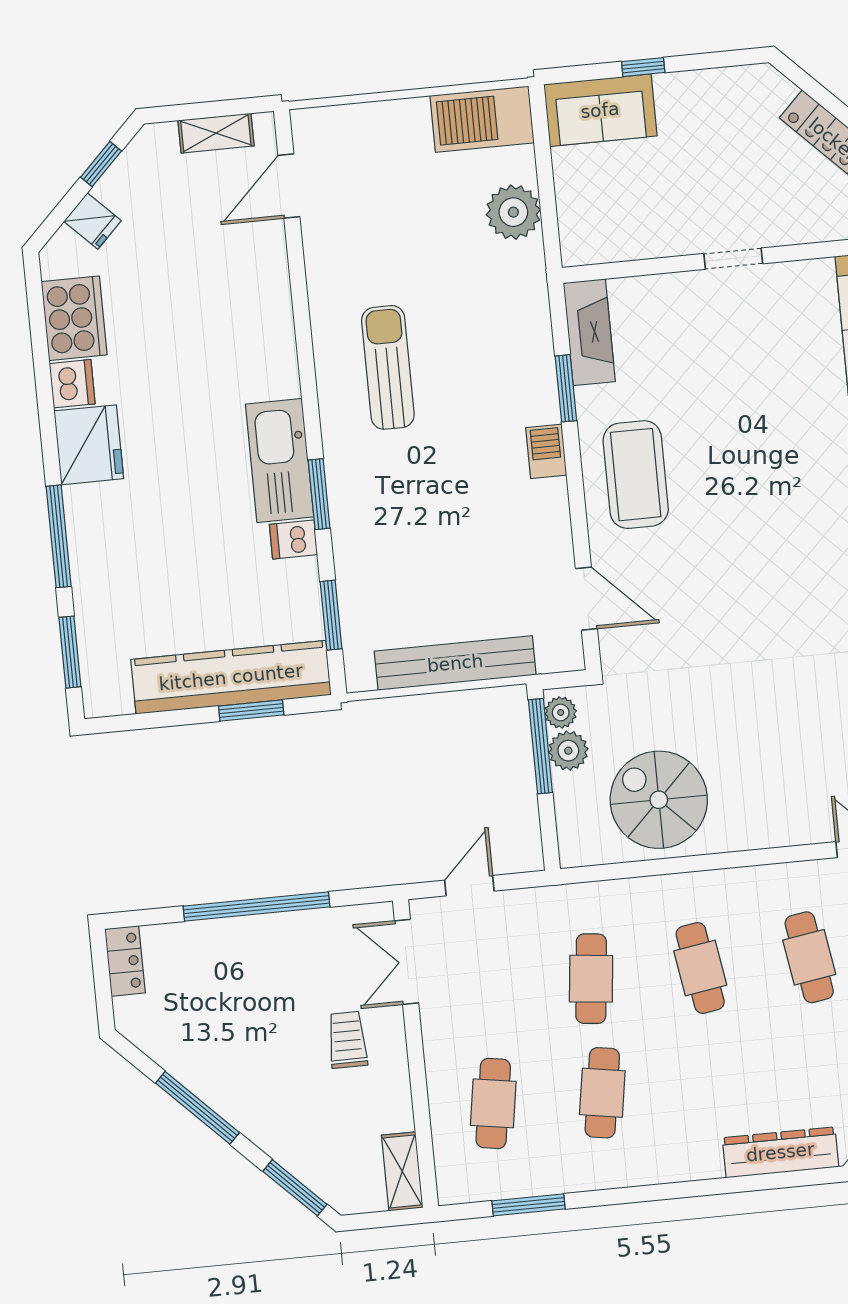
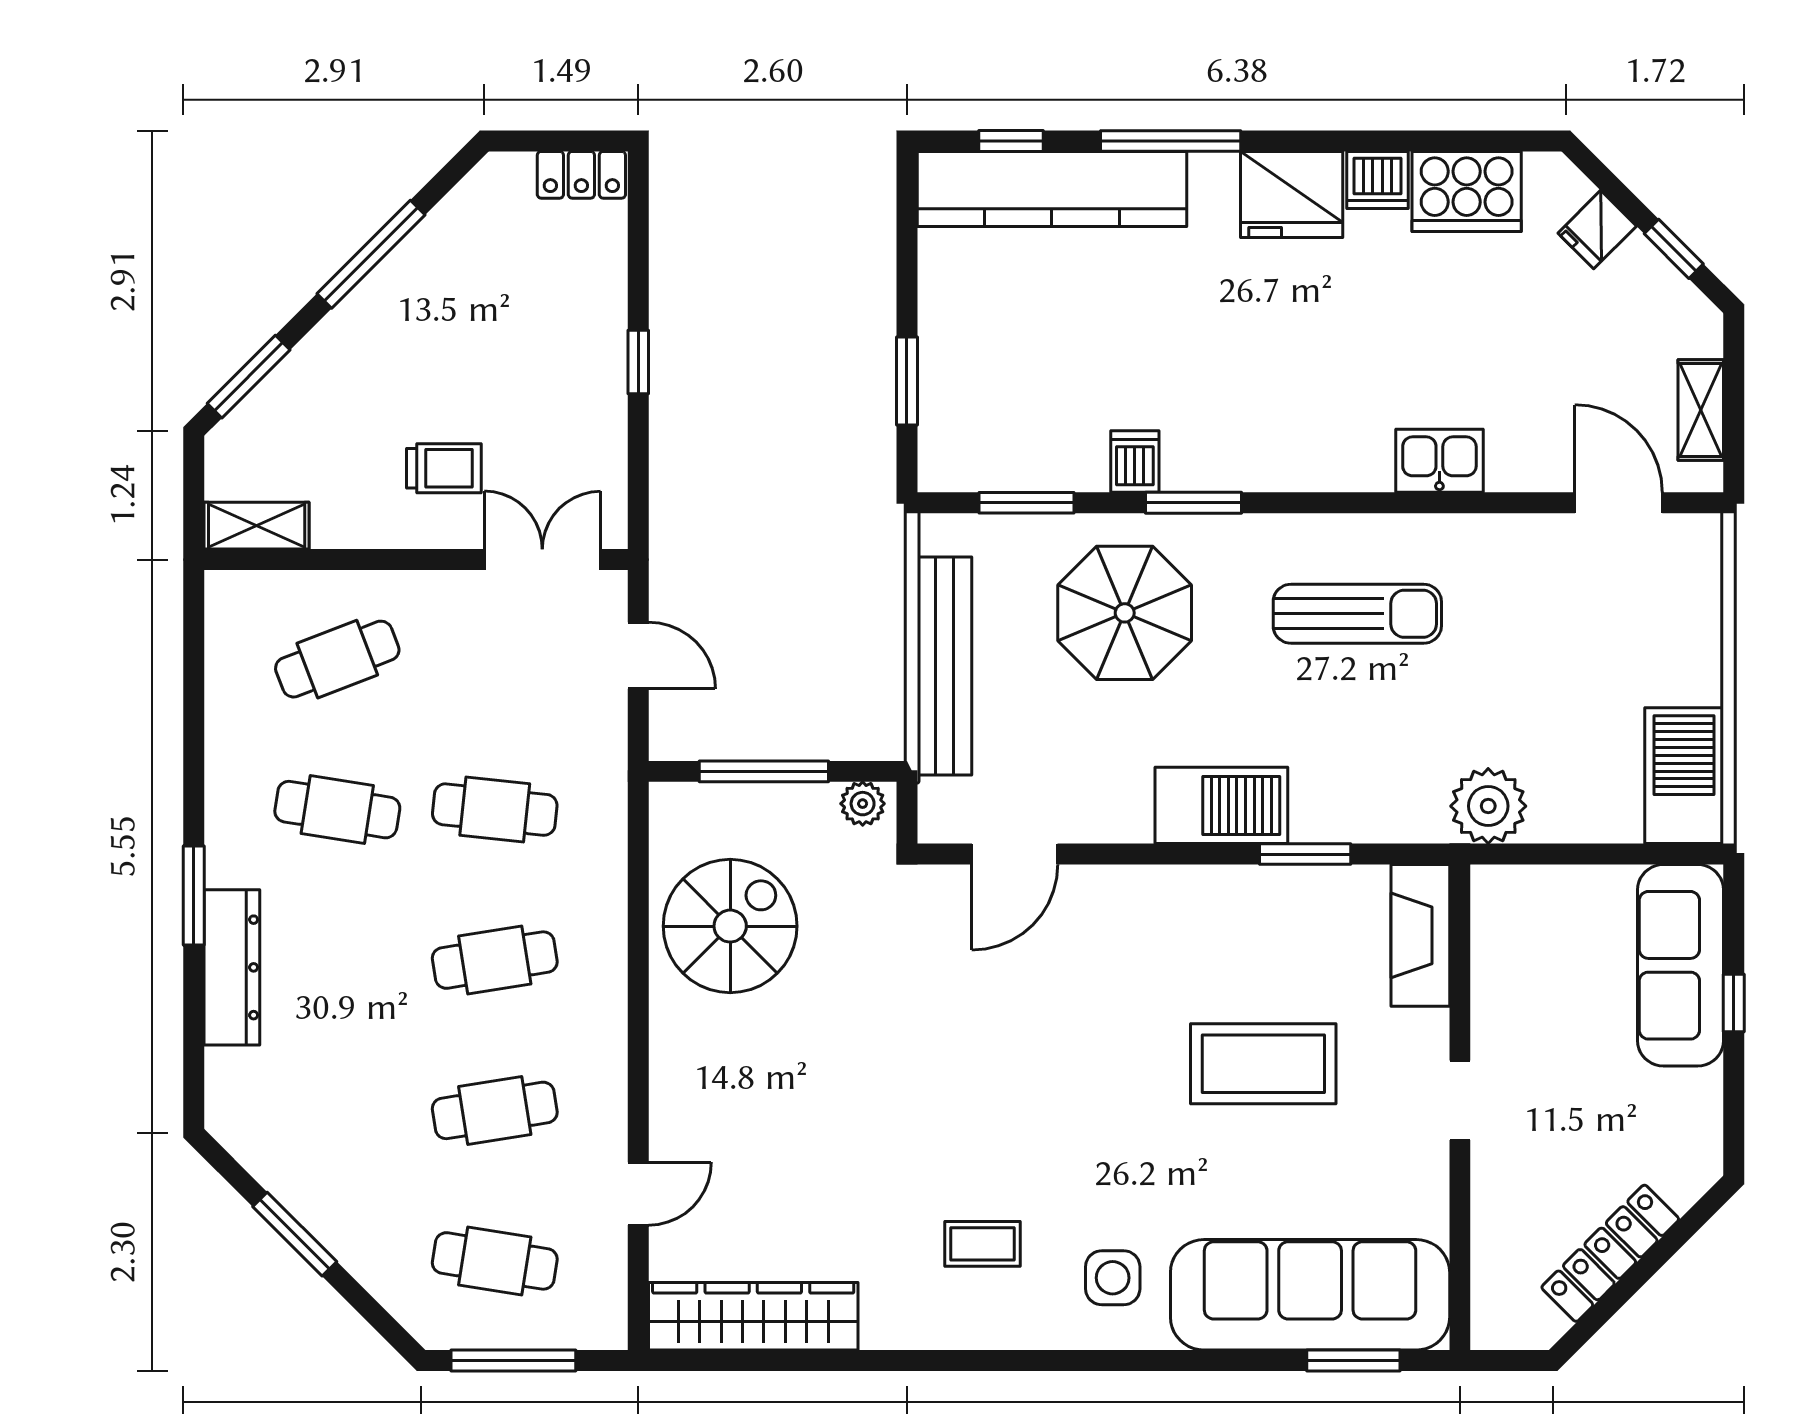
sofa: (600, 110) -> (1681, 965), width x1.36
plant: (513, 212) -> (1488, 806), moved
fireplace: (589, 332) -> (1420, 935), moved, turned 90
barbecue: (546, 451) -> (1221, 805), width x1.88, depth x1.53
kitchen sink: (280, 461) -> (1439, 461), moved, width x0.53, depth x0.81
coffee table: (636, 475) -> (1263, 1064), moved
parasol: (404, 536) -> (1125, 613), added
window: (70, 652) -> (1011, 141), width x0.67
kitchen counter: (231, 677) -> (1052, 189), moved, turned 90
window: (540, 746) -> (764, 771), moved
plant: (568, 751) -> (809, 809), removed
window: (257, 906) -> (638, 362), width x0.32
cafe table: (493, 1103) -> (337, 659), turned -30
dresser: (780, 1152) -> (232, 967), moved
window: (529, 1205) -> (194, 896), moved

